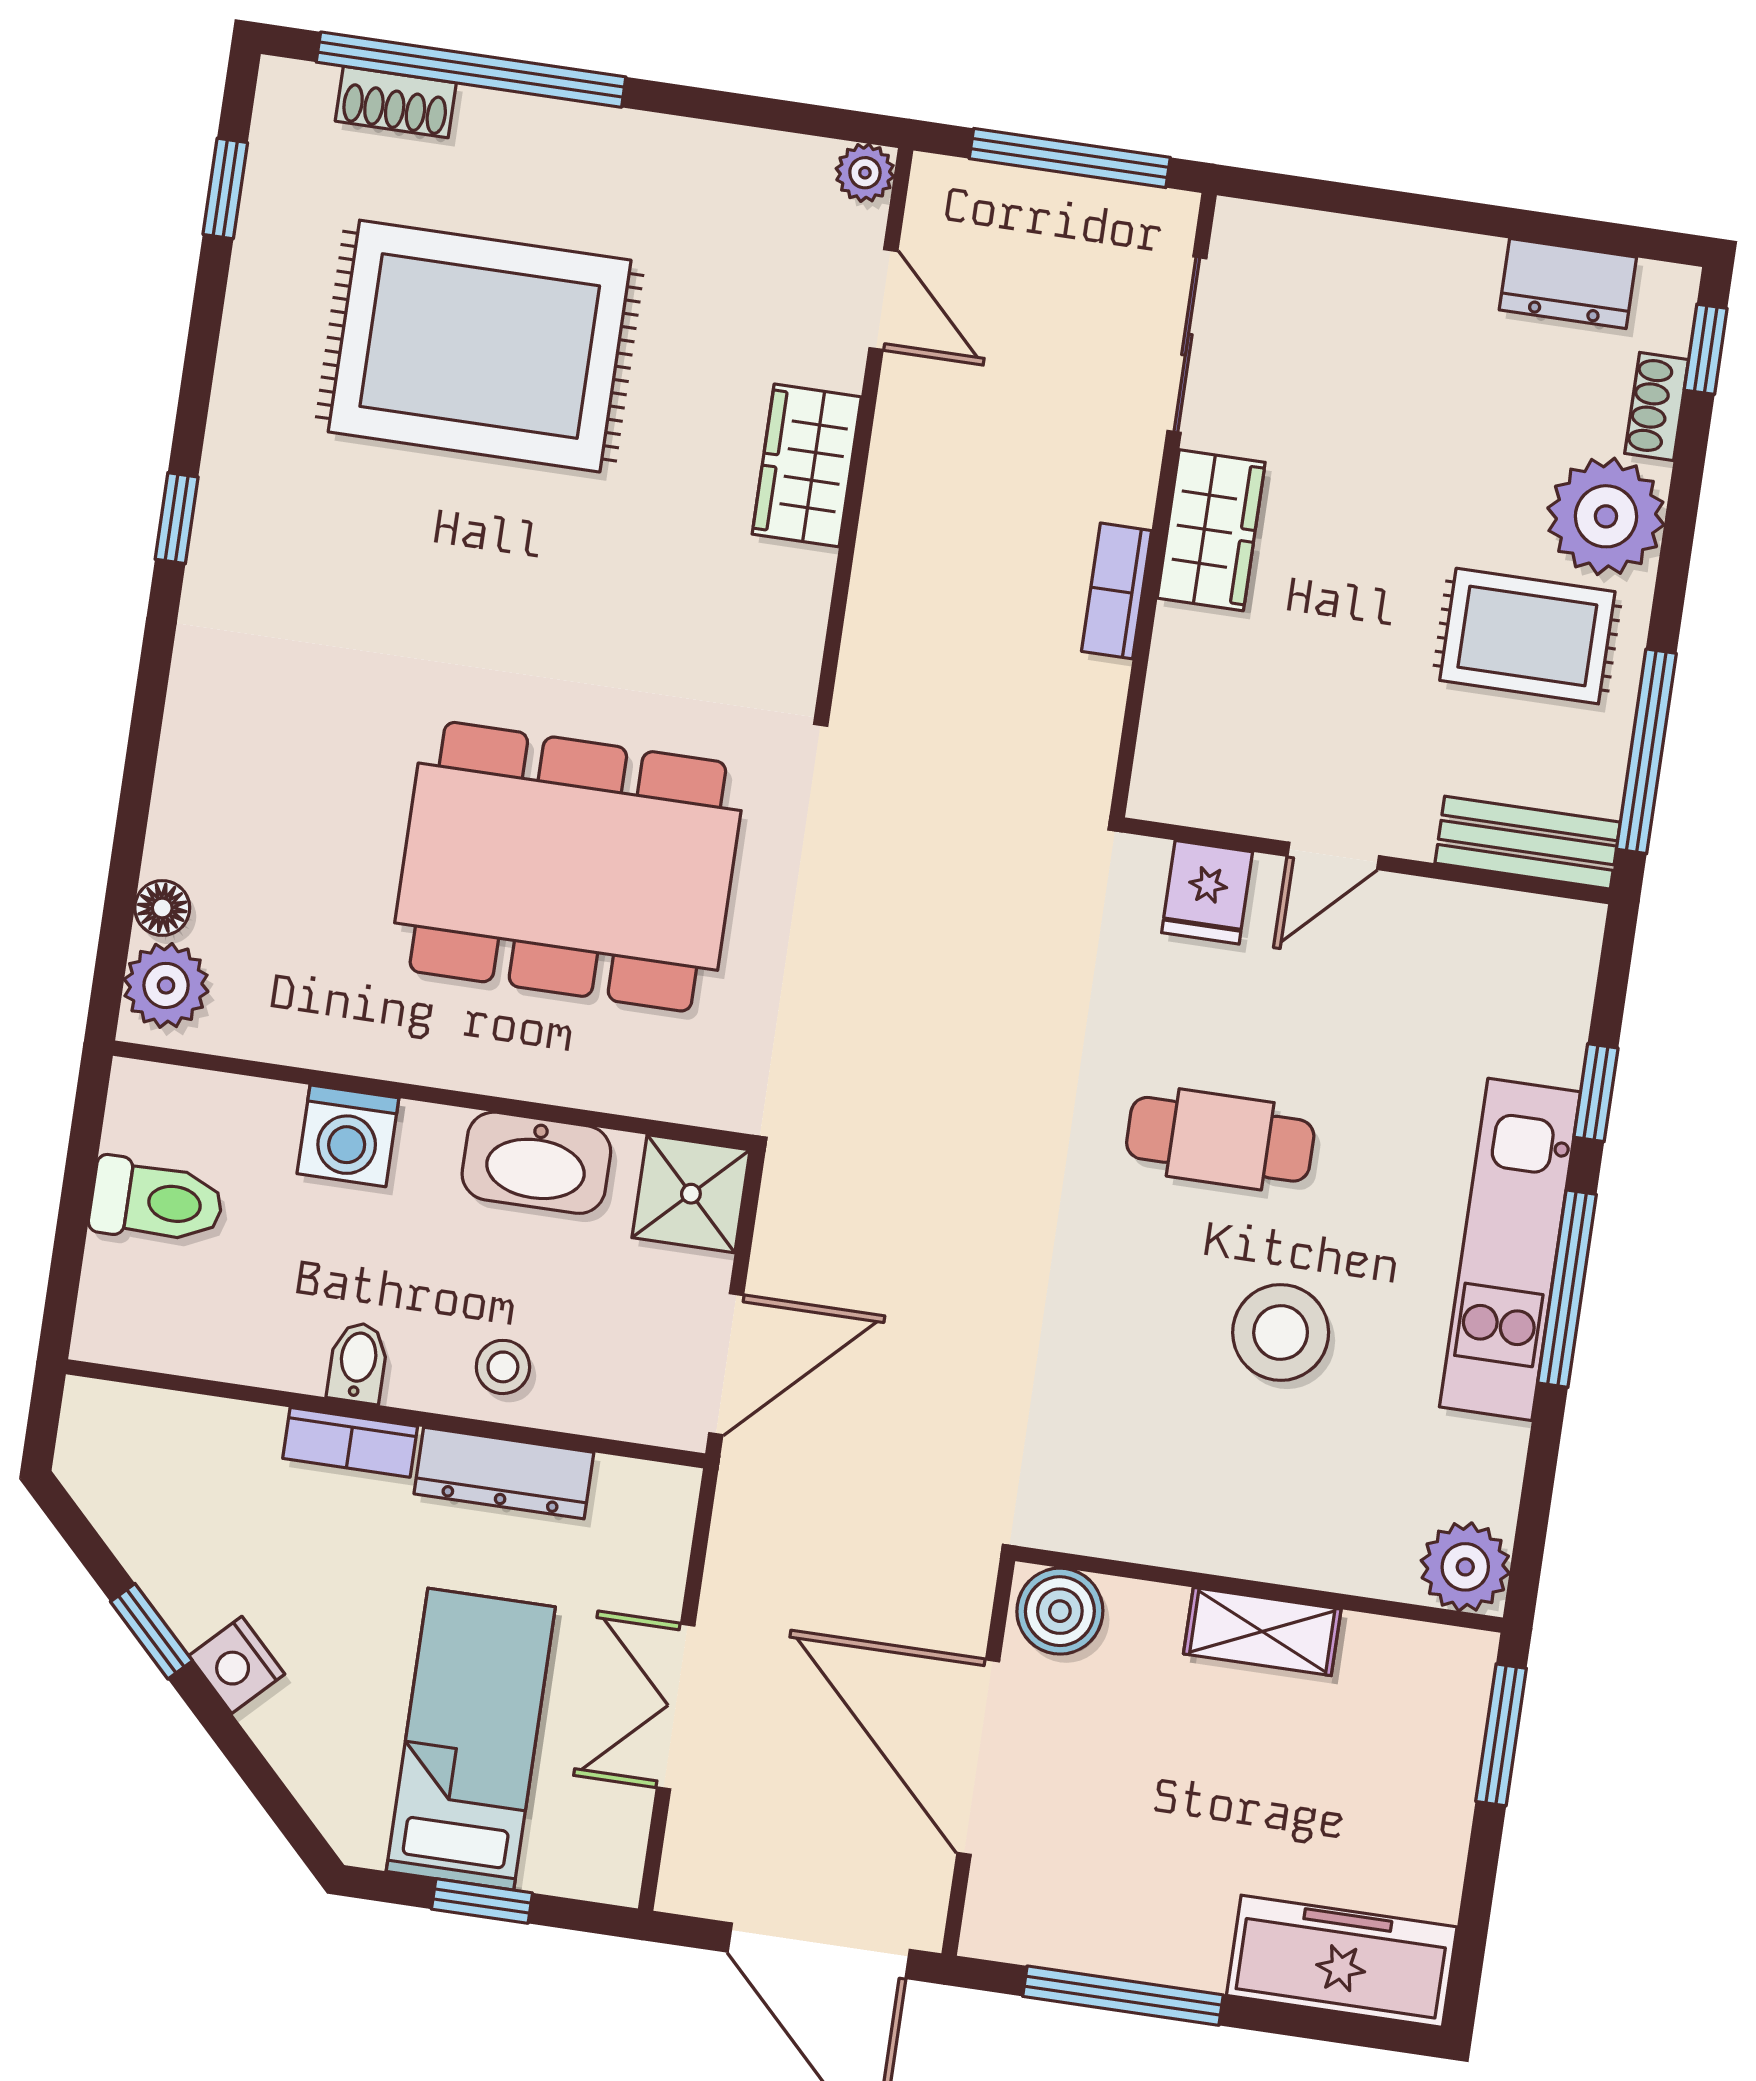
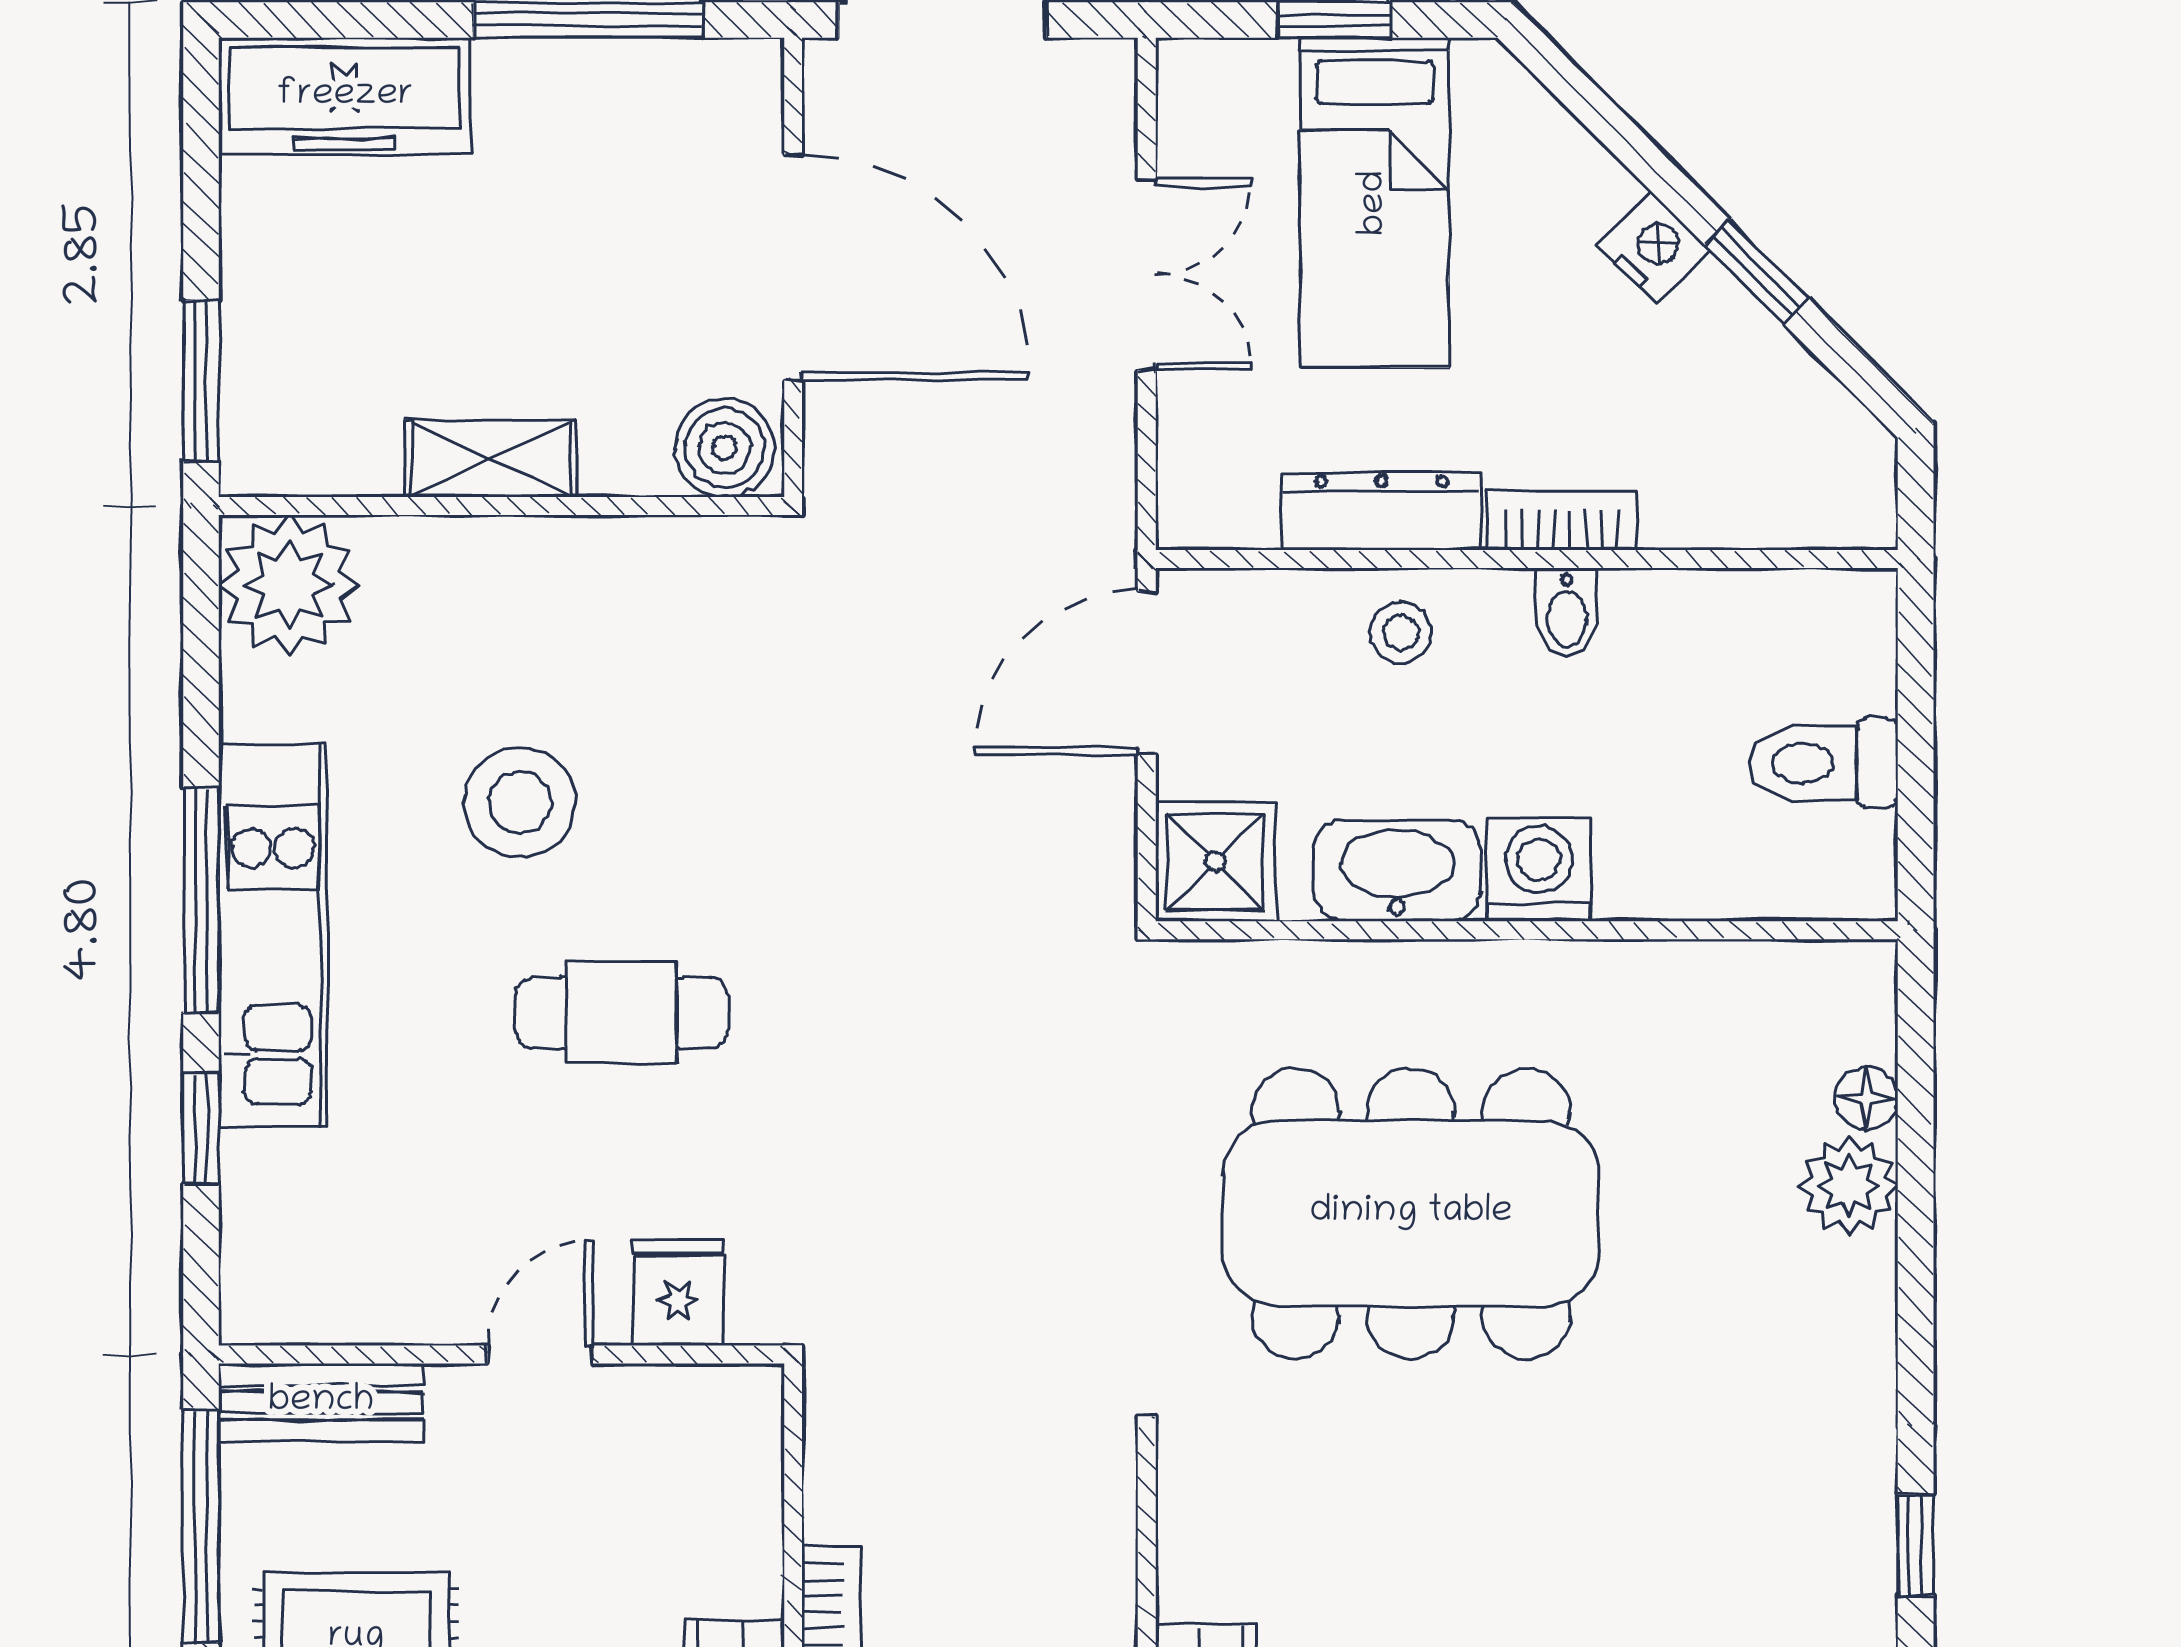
plant: (166, 985) -> (1849, 1186), moved
washing machine: (348, 1136) -> (1539, 870), moved
plant: (1465, 1567) -> (289, 585), width x1.36, depth x1.36

